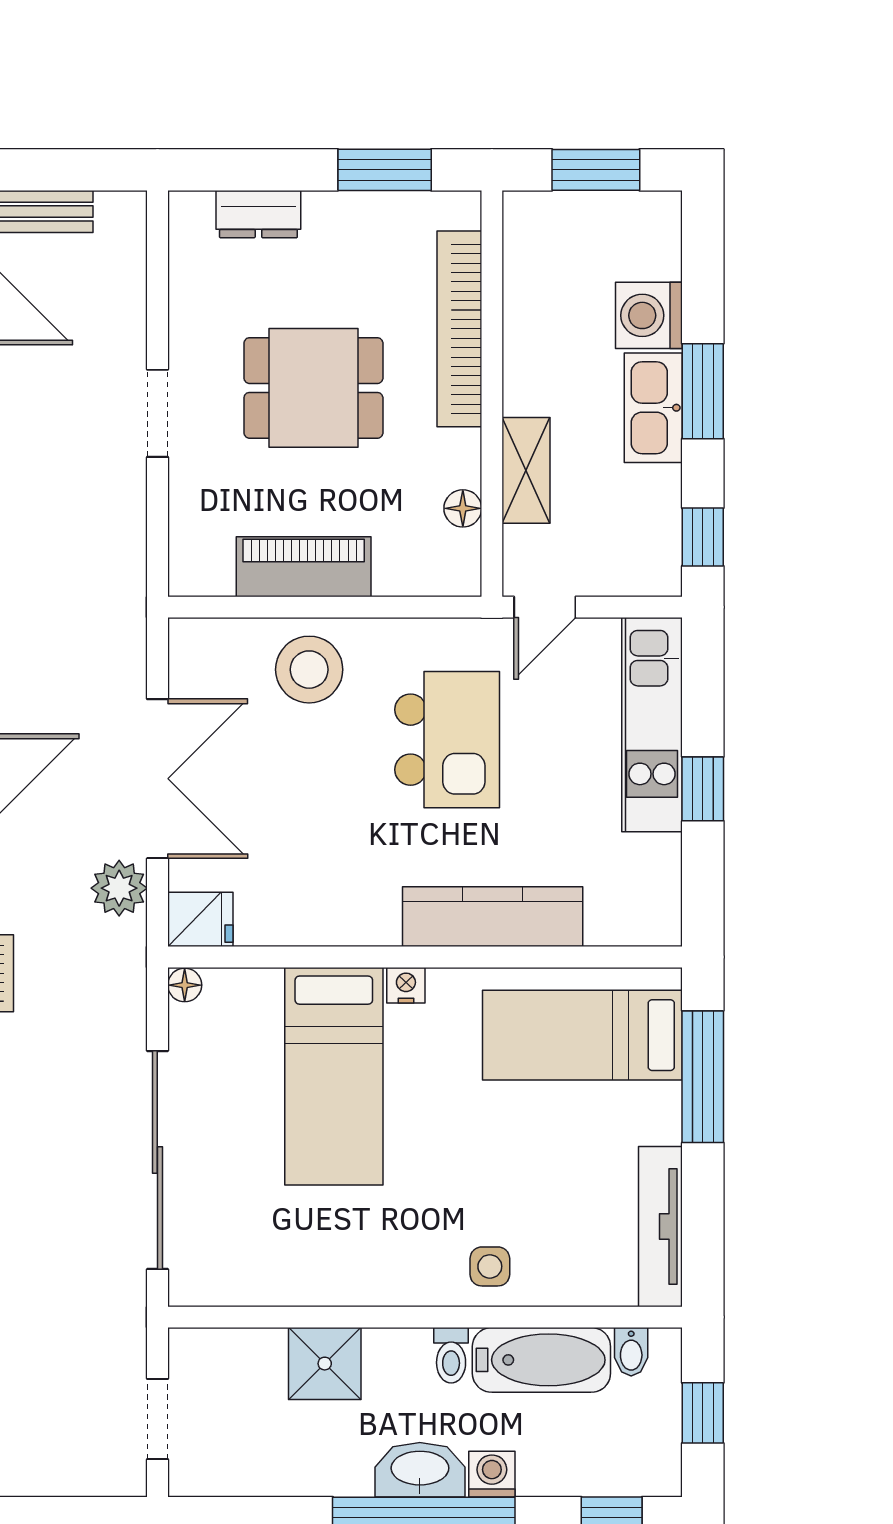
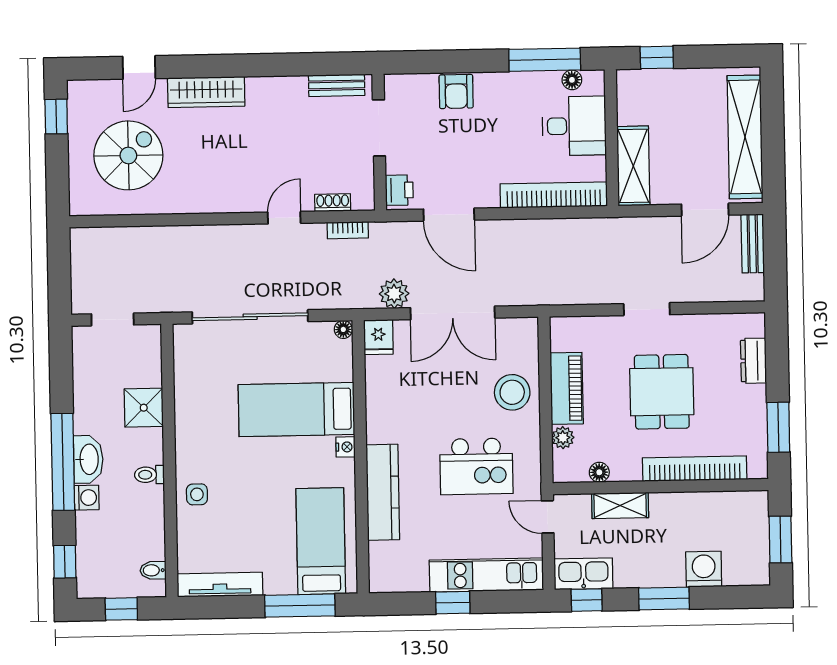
kitchen sink: (653, 408) -> (583, 574), moved
plant: (396, 576) -> (563, 438), added
bathtub: (541, 1360) -> (148, 523), removed

